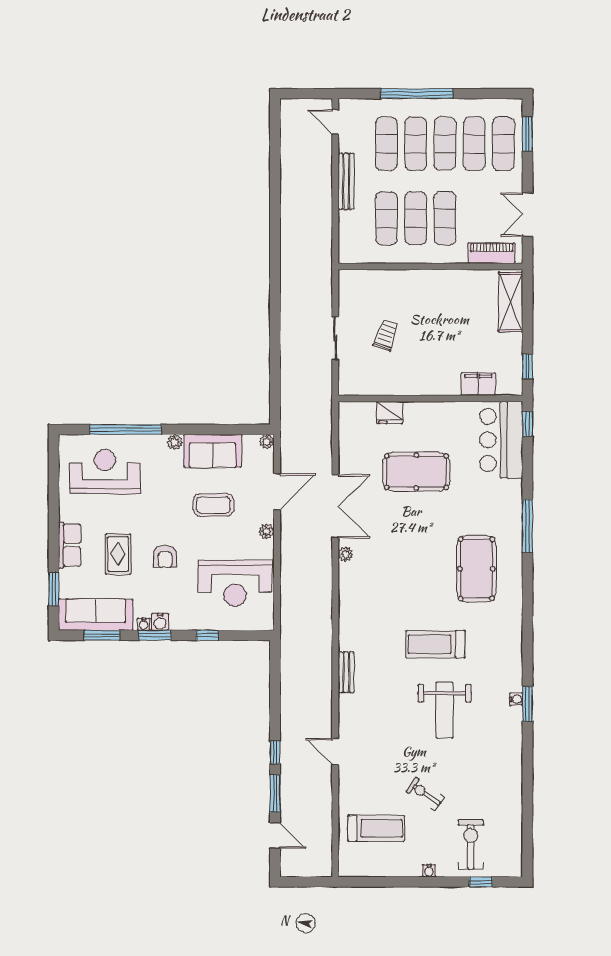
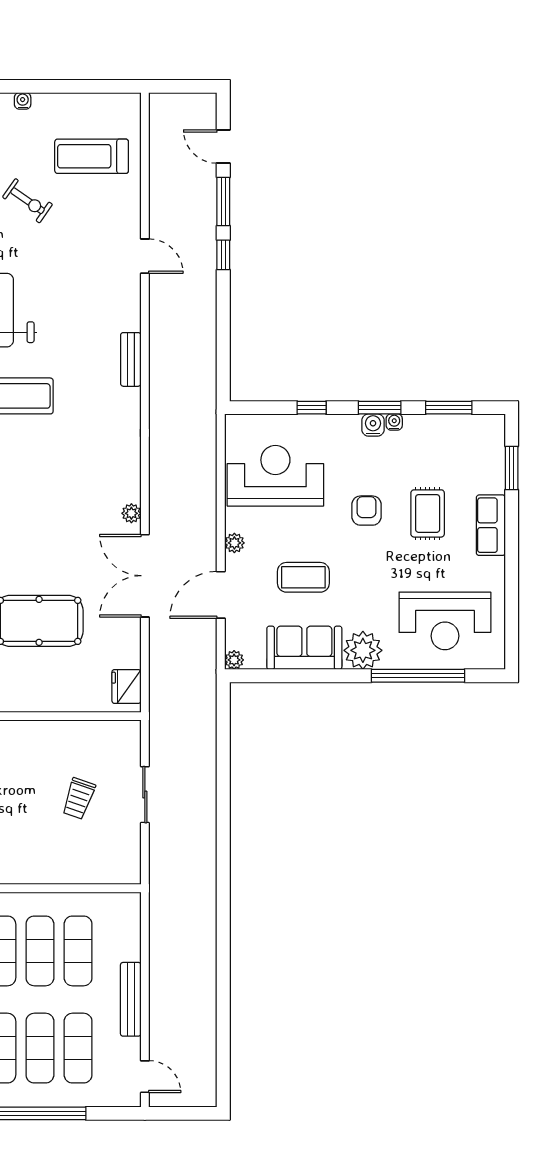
fridge: (390, 413) -> (126, 686), moved, turned -90
plant: (175, 442) -> (363, 650), width x1.87, depth x1.87
sofa: (96, 615) -> (457, 435), removed

